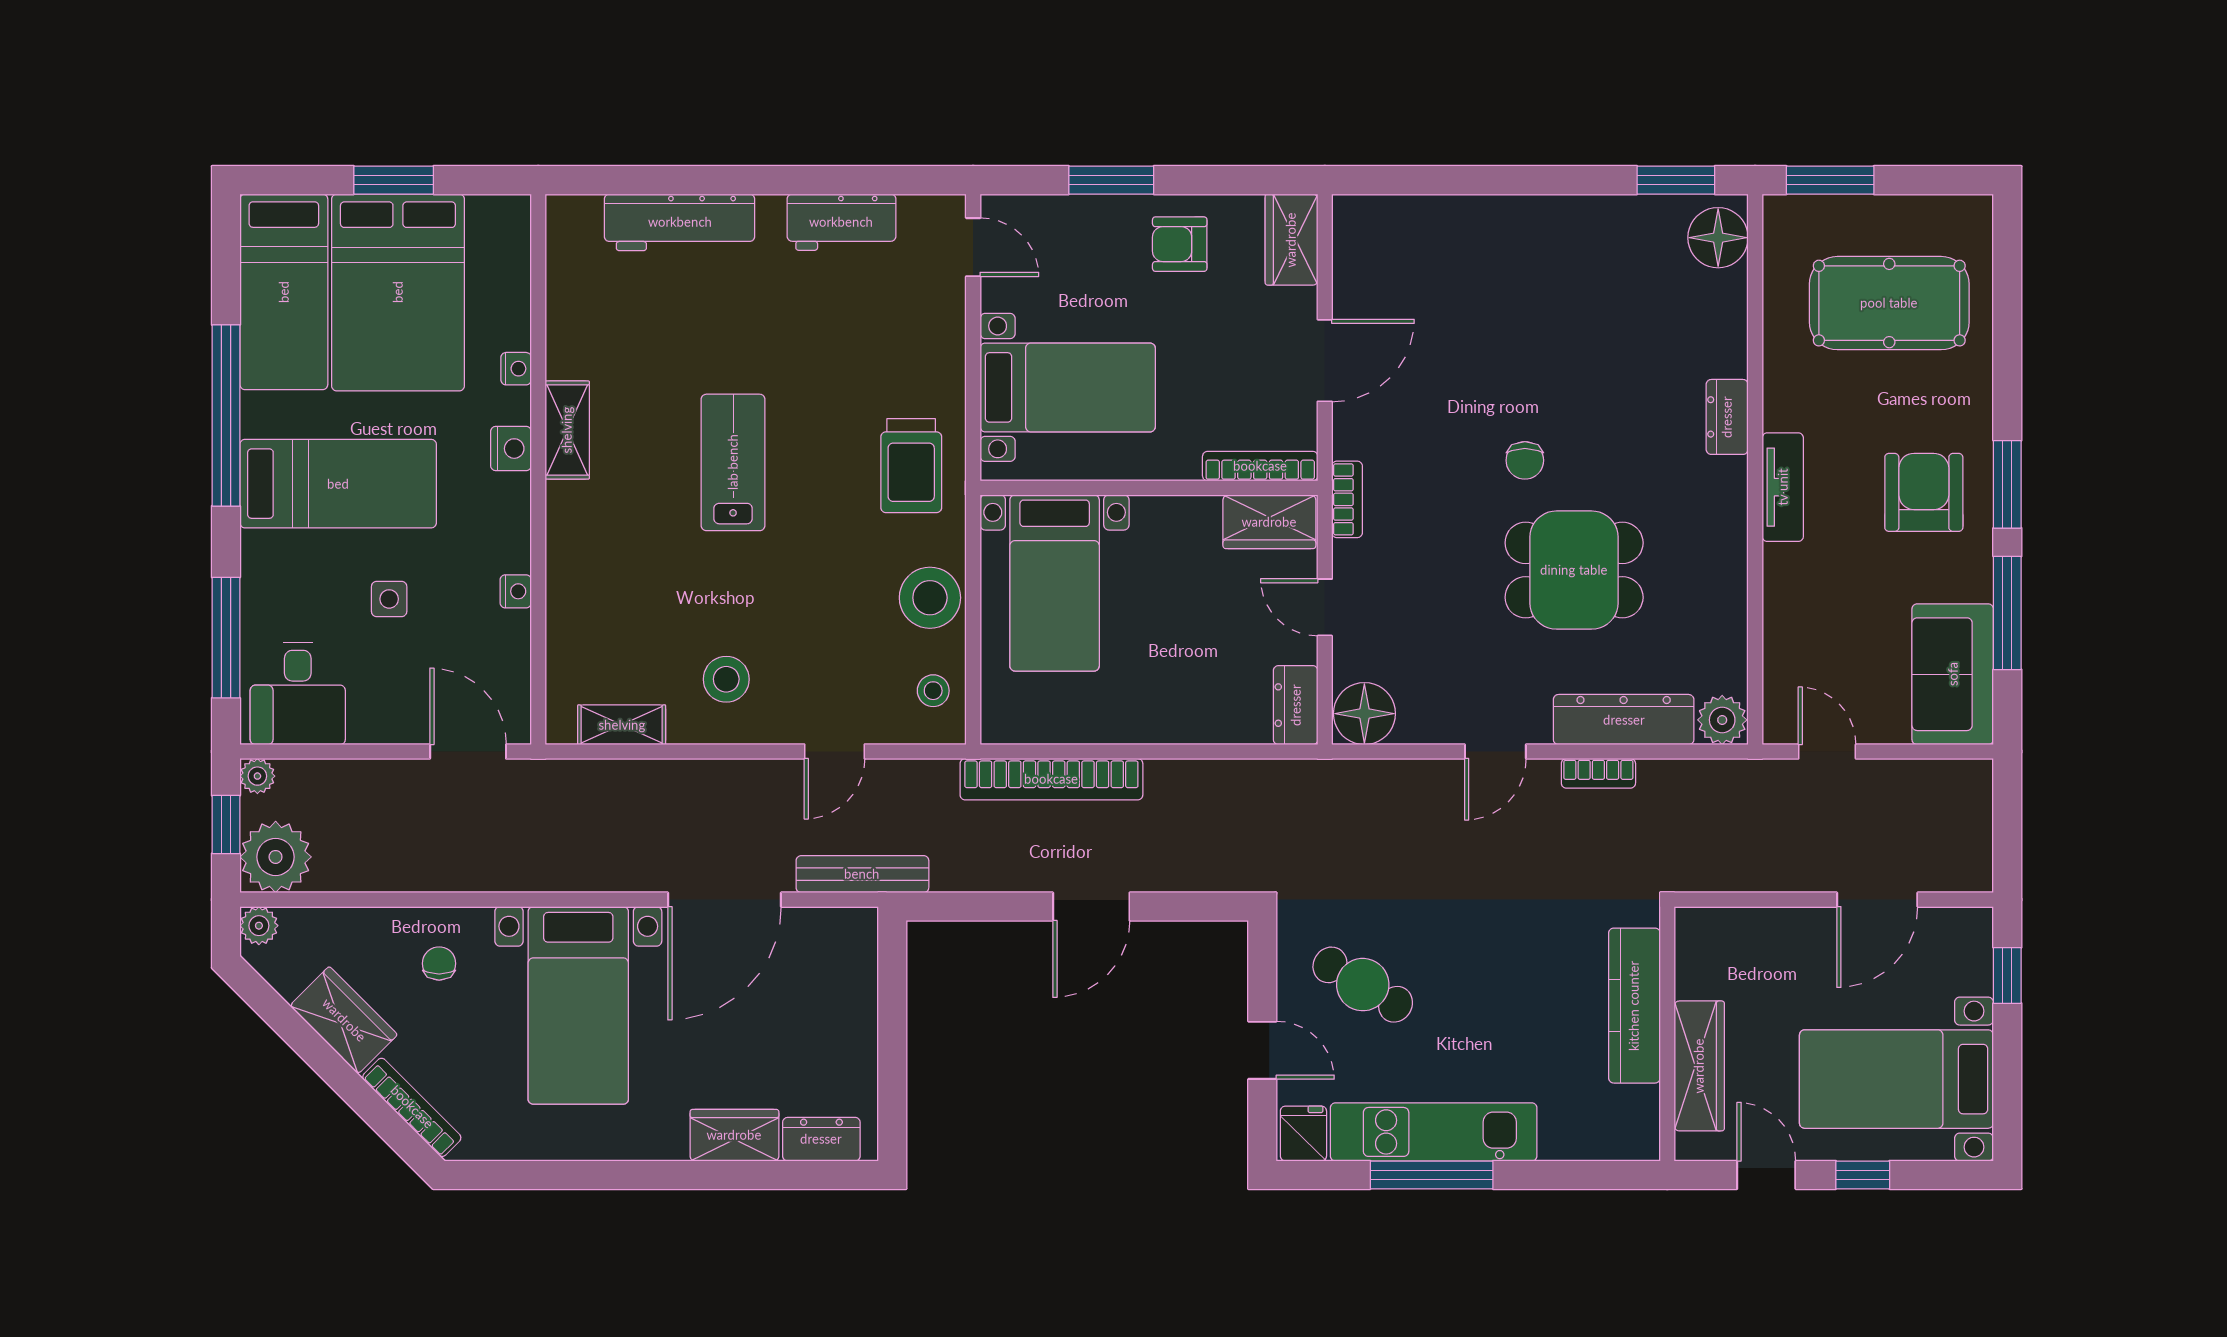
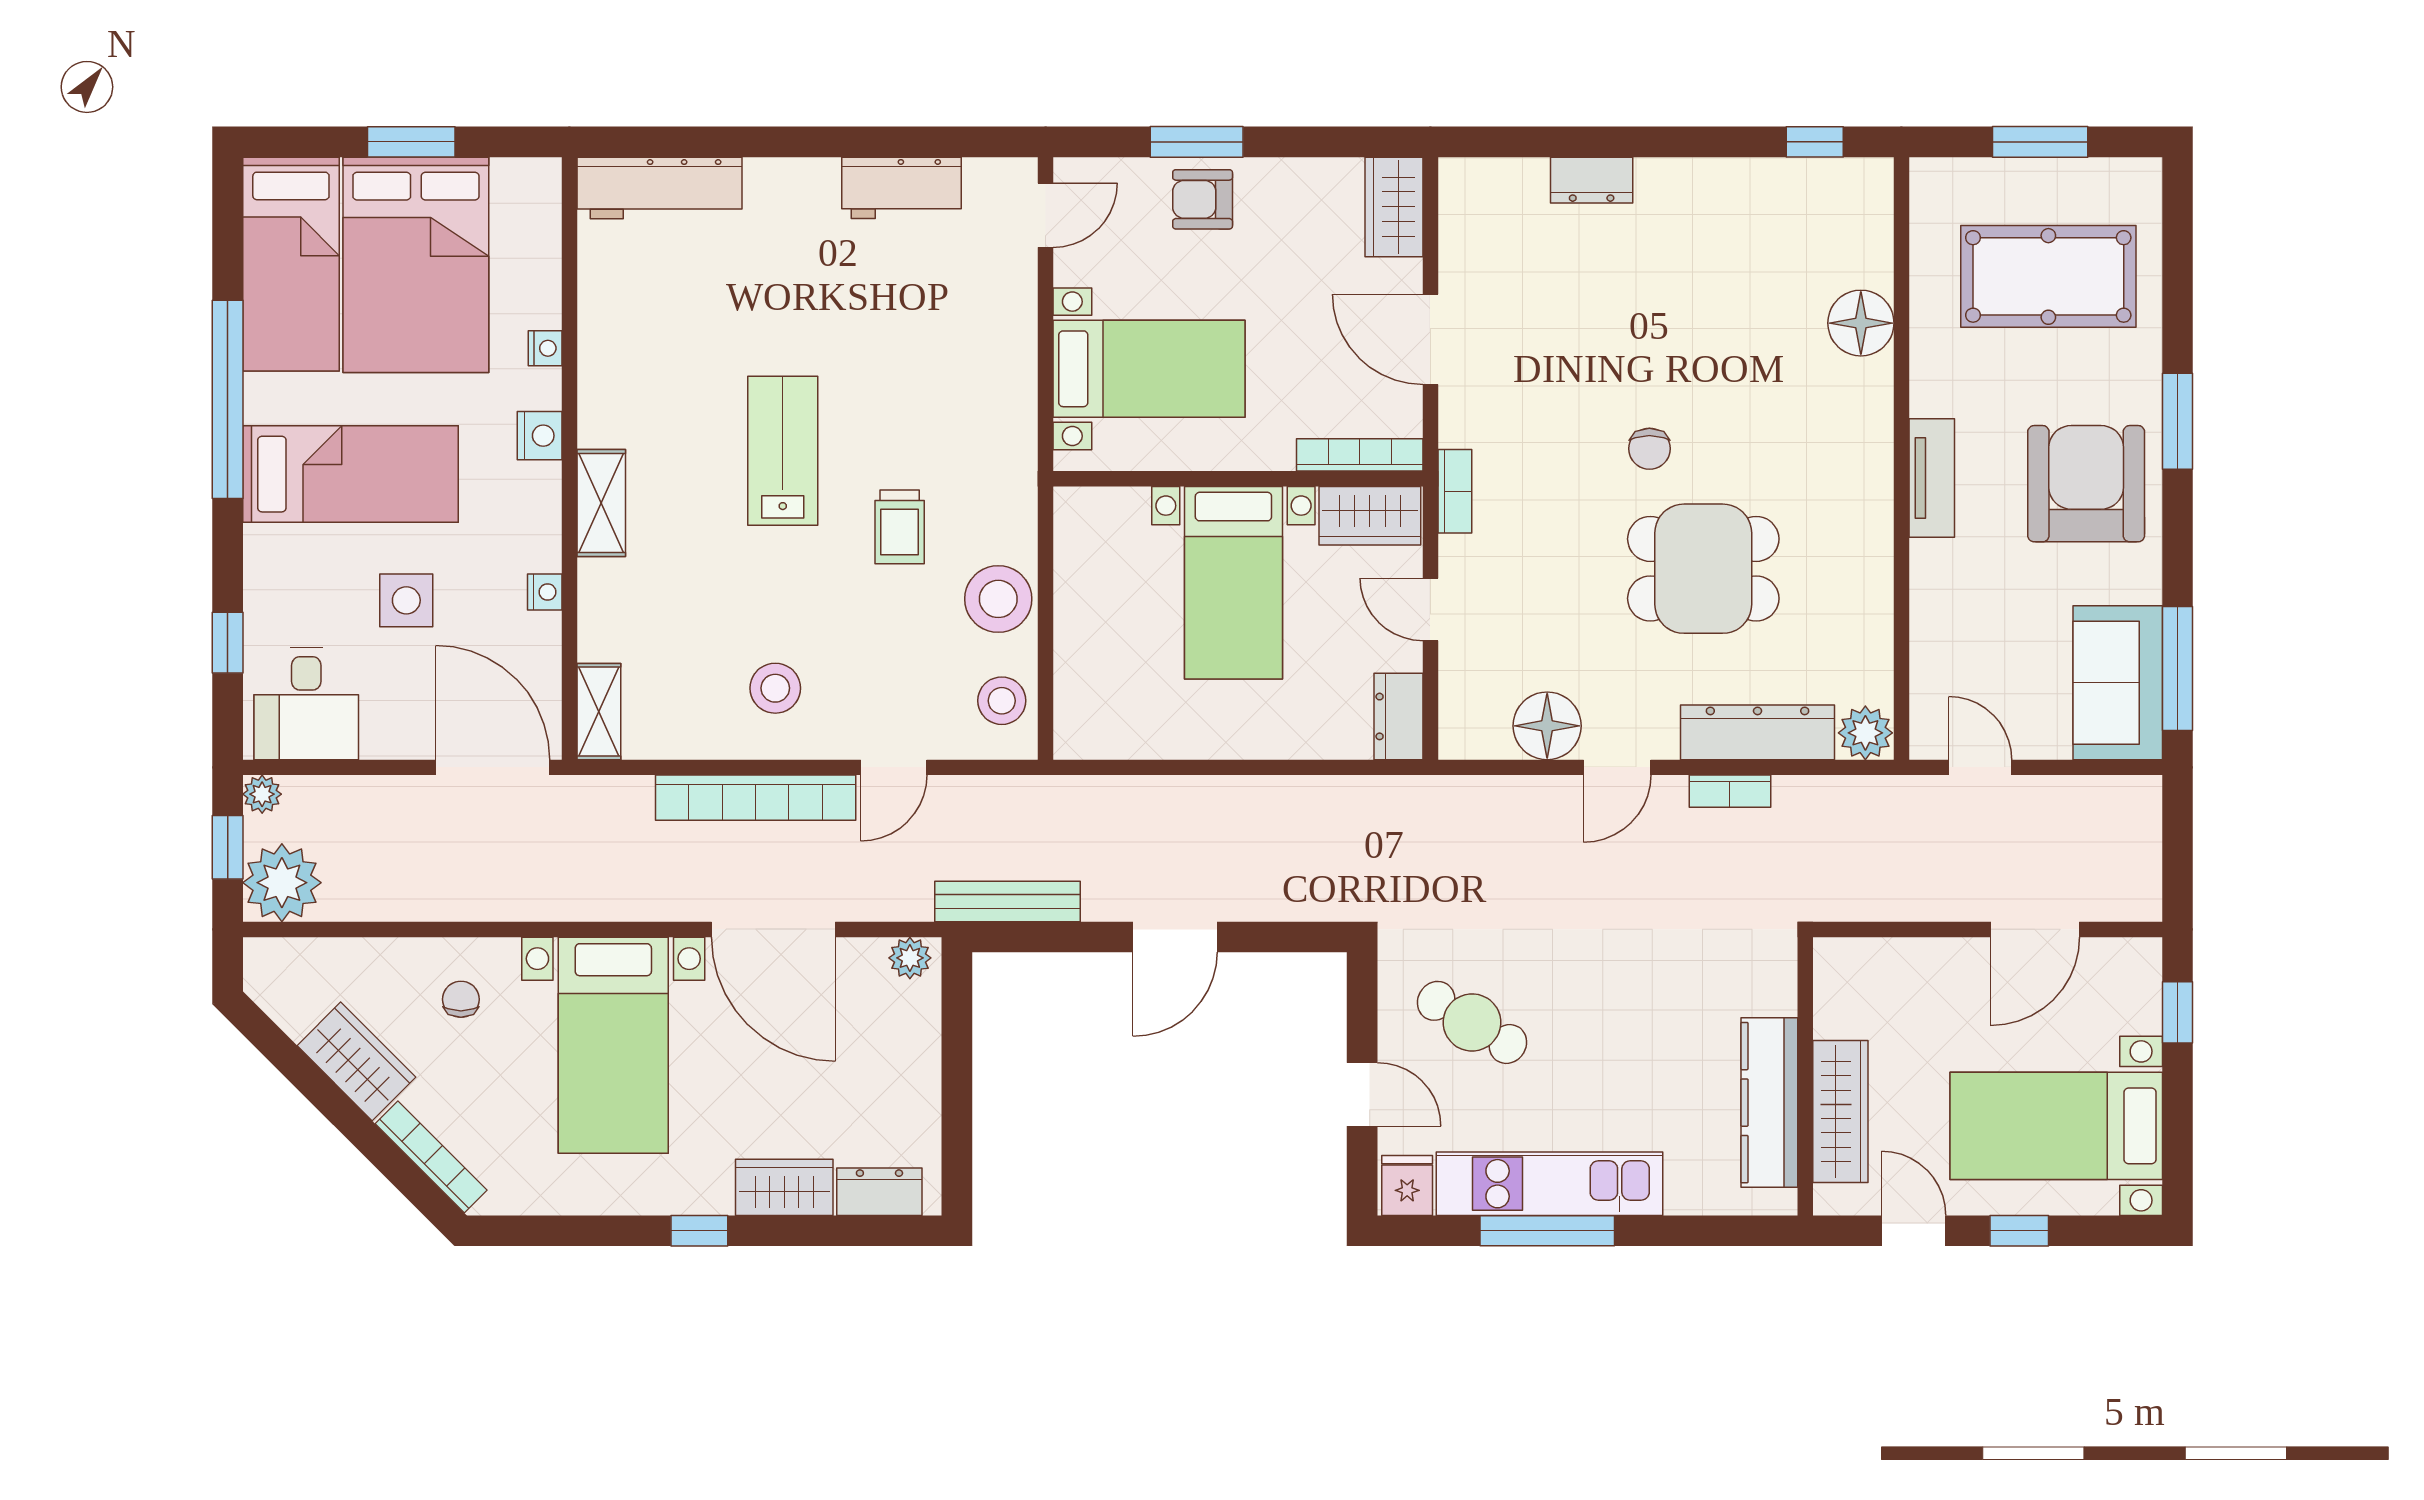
window: (1676, 180) -> (1815, 142), width x0.67
window: (1830, 180) -> (2040, 142), moved
workbench: (680, 222) -> (659, 188), moved
floor lamp: (1718, 238) -> (1861, 323), moved
armchair: (1180, 244) -> (1203, 199), moved
door: (973, 247) -> (1046, 215), hinge flipped
door: (1325, 361) -> (1430, 339), swing flipped
dresser: (1727, 417) -> (1592, 180), moved, turned -90
shelving: (567, 430) -> (601, 503), moved
trolley: (911, 466) -> (900, 527), moved, width x0.73, depth x0.72
window: (2007, 484) -> (2178, 421), moved
armchair: (1924, 492) -> (2086, 484), width x1.36, depth x1.36
bed with nightstands: (1055, 583) -> (1233, 583), moved
side table: (389, 599) -> (406, 600), width x1.37, depth x1.37
window: (2007, 613) -> (2178, 668), moved
window: (226, 638) -> (228, 643), width x0.46
stool: (933, 691) -> (1002, 701), width x1.37, depth x1.37
floor lamp: (1364, 714) -> (1547, 726), moved
shelving: (622, 725) -> (599, 712), moved, turned 90
door: (468, 752) -> (493, 767), width x1.36
bookcase: (1051, 779) -> (756, 798), moved
bench: (862, 874) -> (1007, 901), moved
door: (725, 900) -> (773, 929), hinge flipped
plant: (259, 926) -> (910, 958), moved
kitchen counter: (1634, 1006) -> (1769, 1103), moved
window: (657, 1175) -> (699, 1231), added

